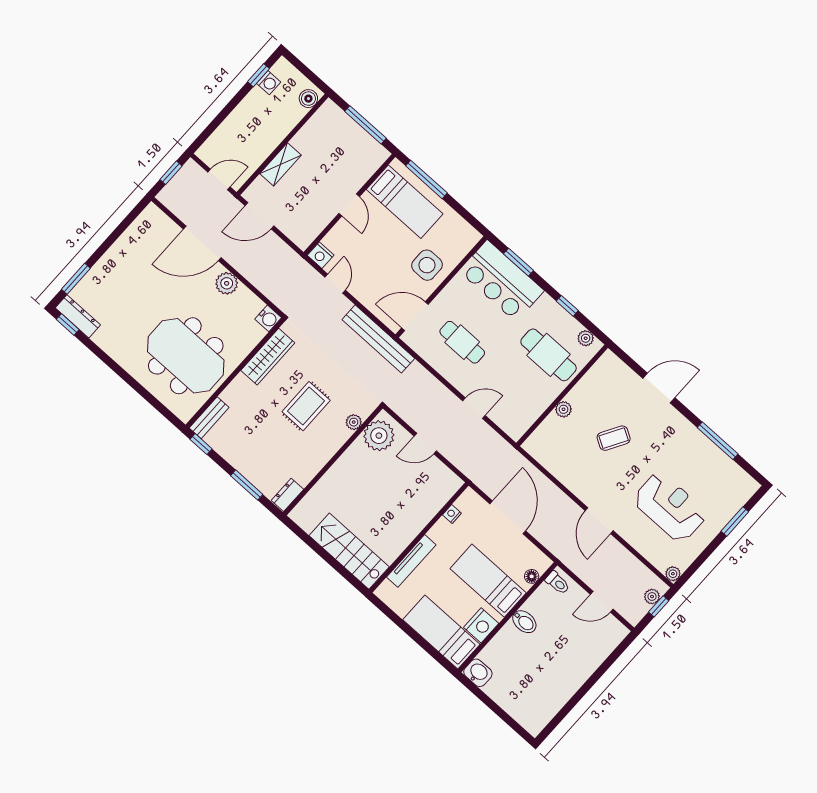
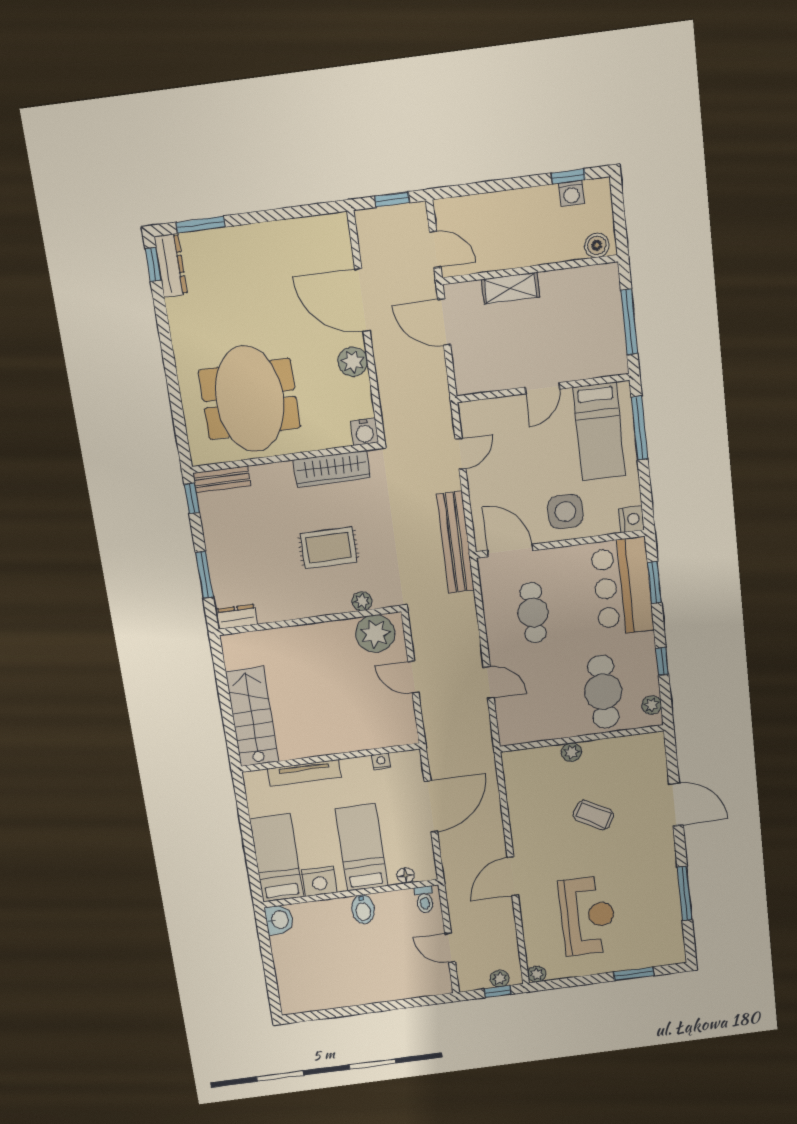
nightstand: (321, 255) -> (632, 519), moved, turned 180

